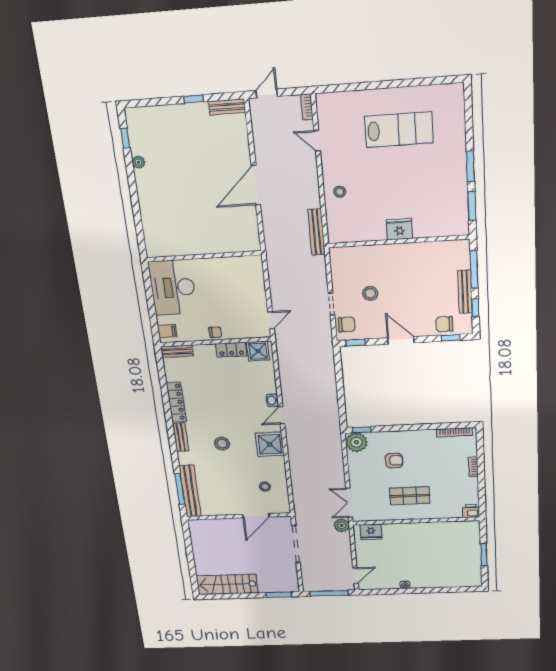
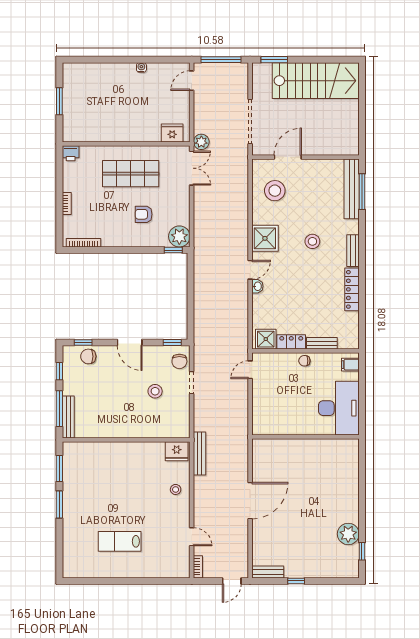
lab bench: (399, 130) -> (120, 541), width x0.73, depth x0.72
plant: (138, 162) -> (348, 534), width x1.88, depth x1.88
fridge: (399, 229) -> (177, 451), moved
bench: (465, 292) -> (68, 417), moved
chair: (444, 324) -> (88, 356), turned 180
chair: (346, 325) -> (179, 361), turned -90
bench: (177, 351) -> (322, 343), moved
stool: (265, 487) -> (275, 191), width x1.89, depth x1.89
shop shelf: (410, 496) -> (131, 174), width x1.43, depth x1.36
stairs: (227, 584) -> (316, 81), width x1.36, depth x1.51

